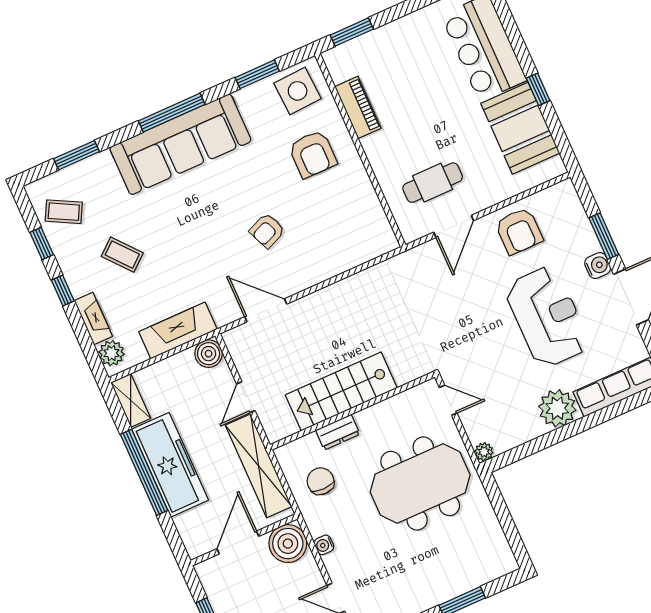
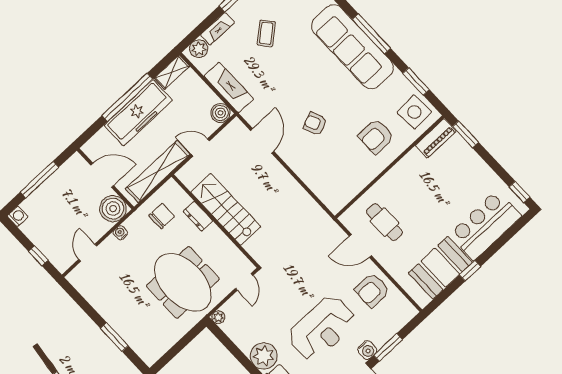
piano: (358, 107) -> (436, 138), moved

